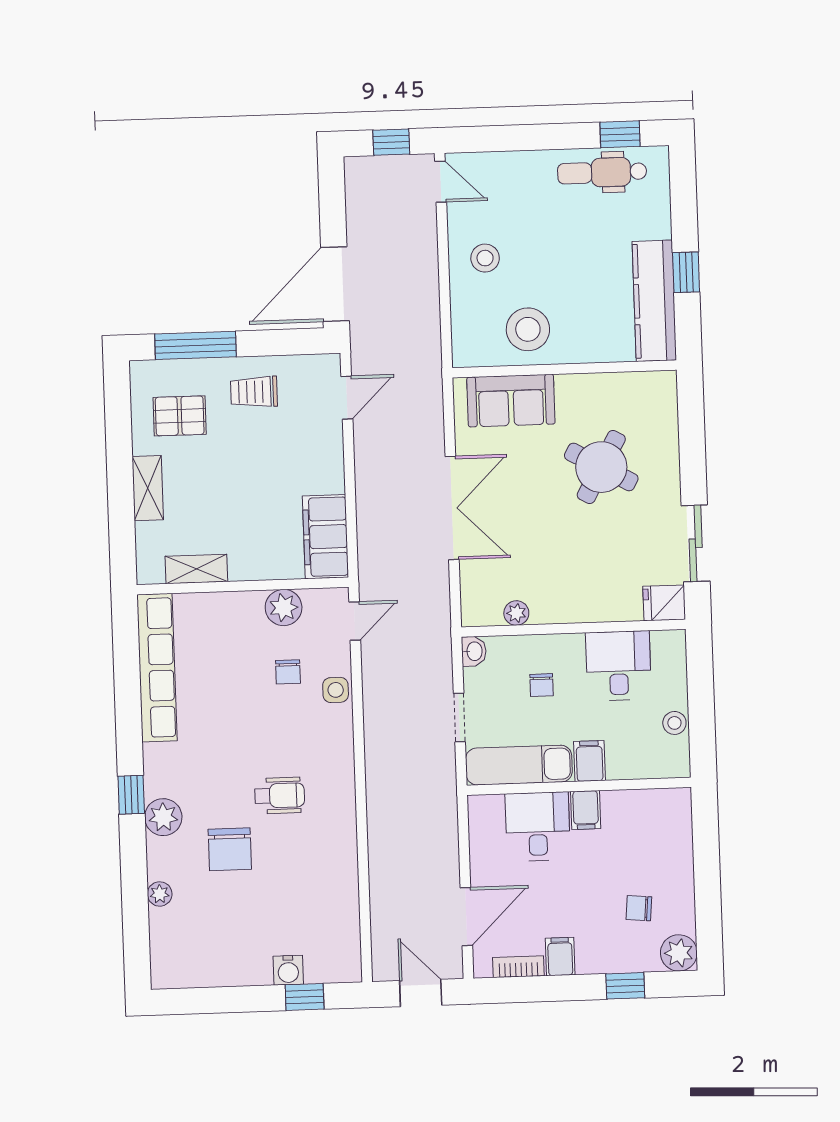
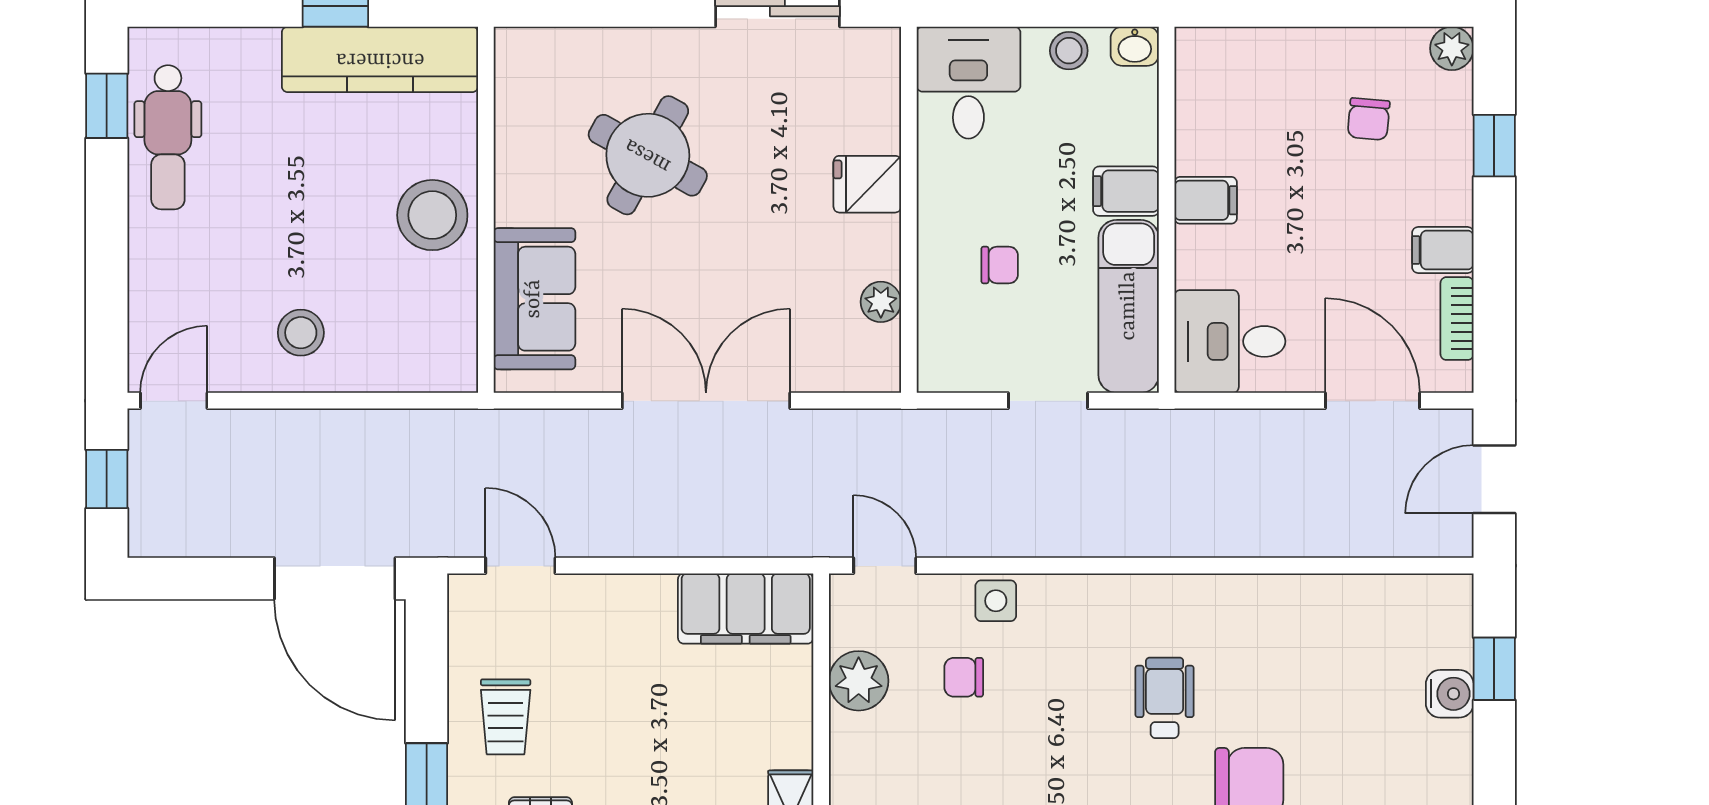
stool: (528, 329) -> (432, 215), moved
fridge: (664, 603) -> (867, 184), moved, turned 90
washbasin: (474, 651) -> (1135, 46), moved, turned 180
desk: (618, 666) -> (968, 83), moved, turned 90
chair: (288, 672) -> (964, 677), turned 180
desk: (538, 827) -> (1230, 341), moved
plant: (679, 953) -> (1452, 48), width x0.73, depth x0.73

